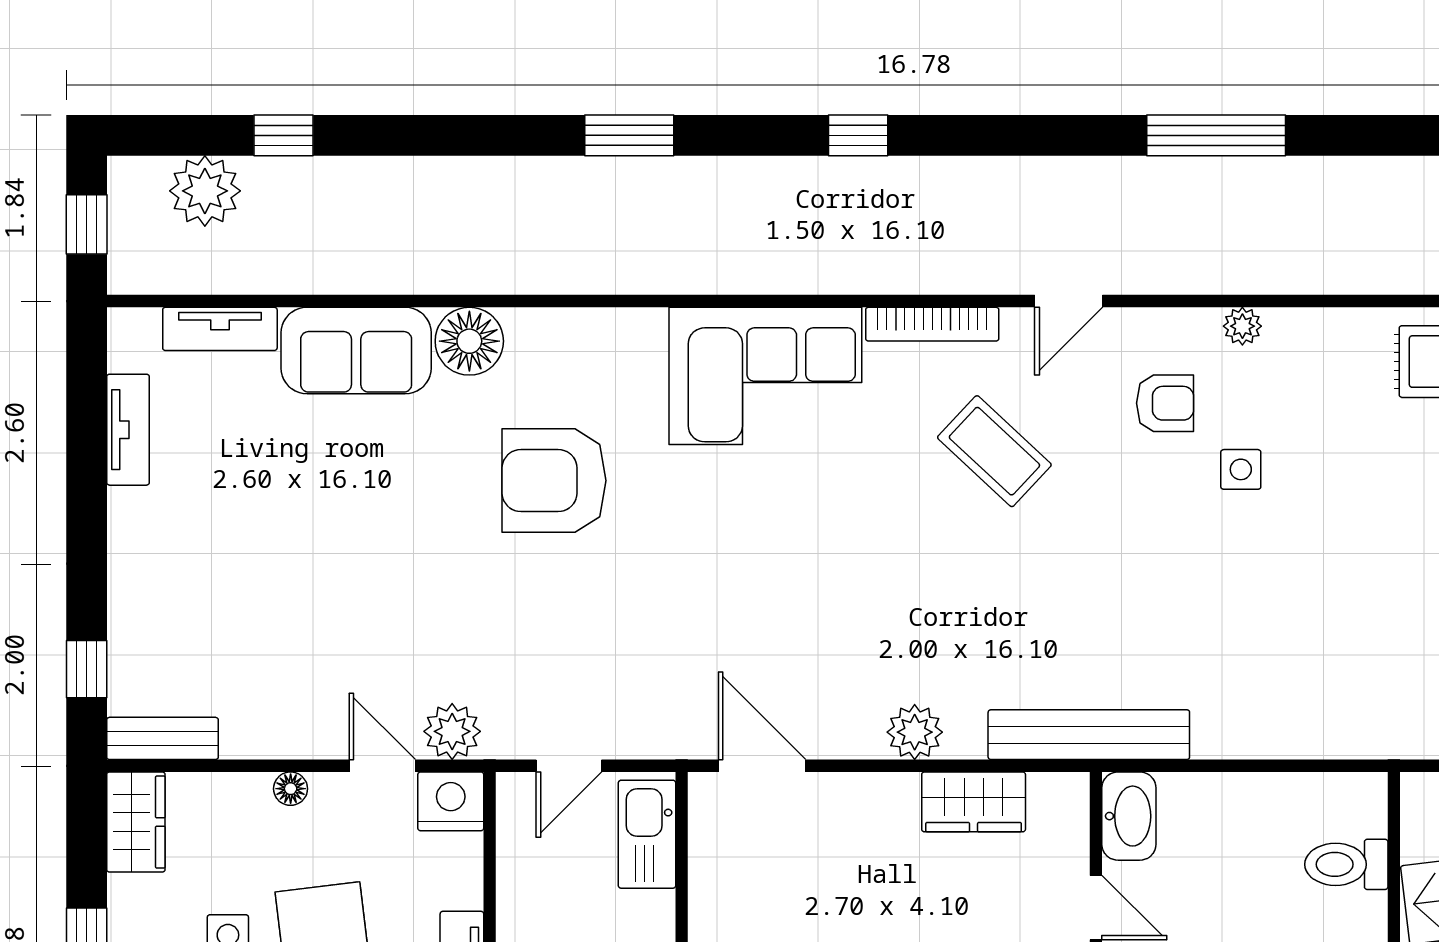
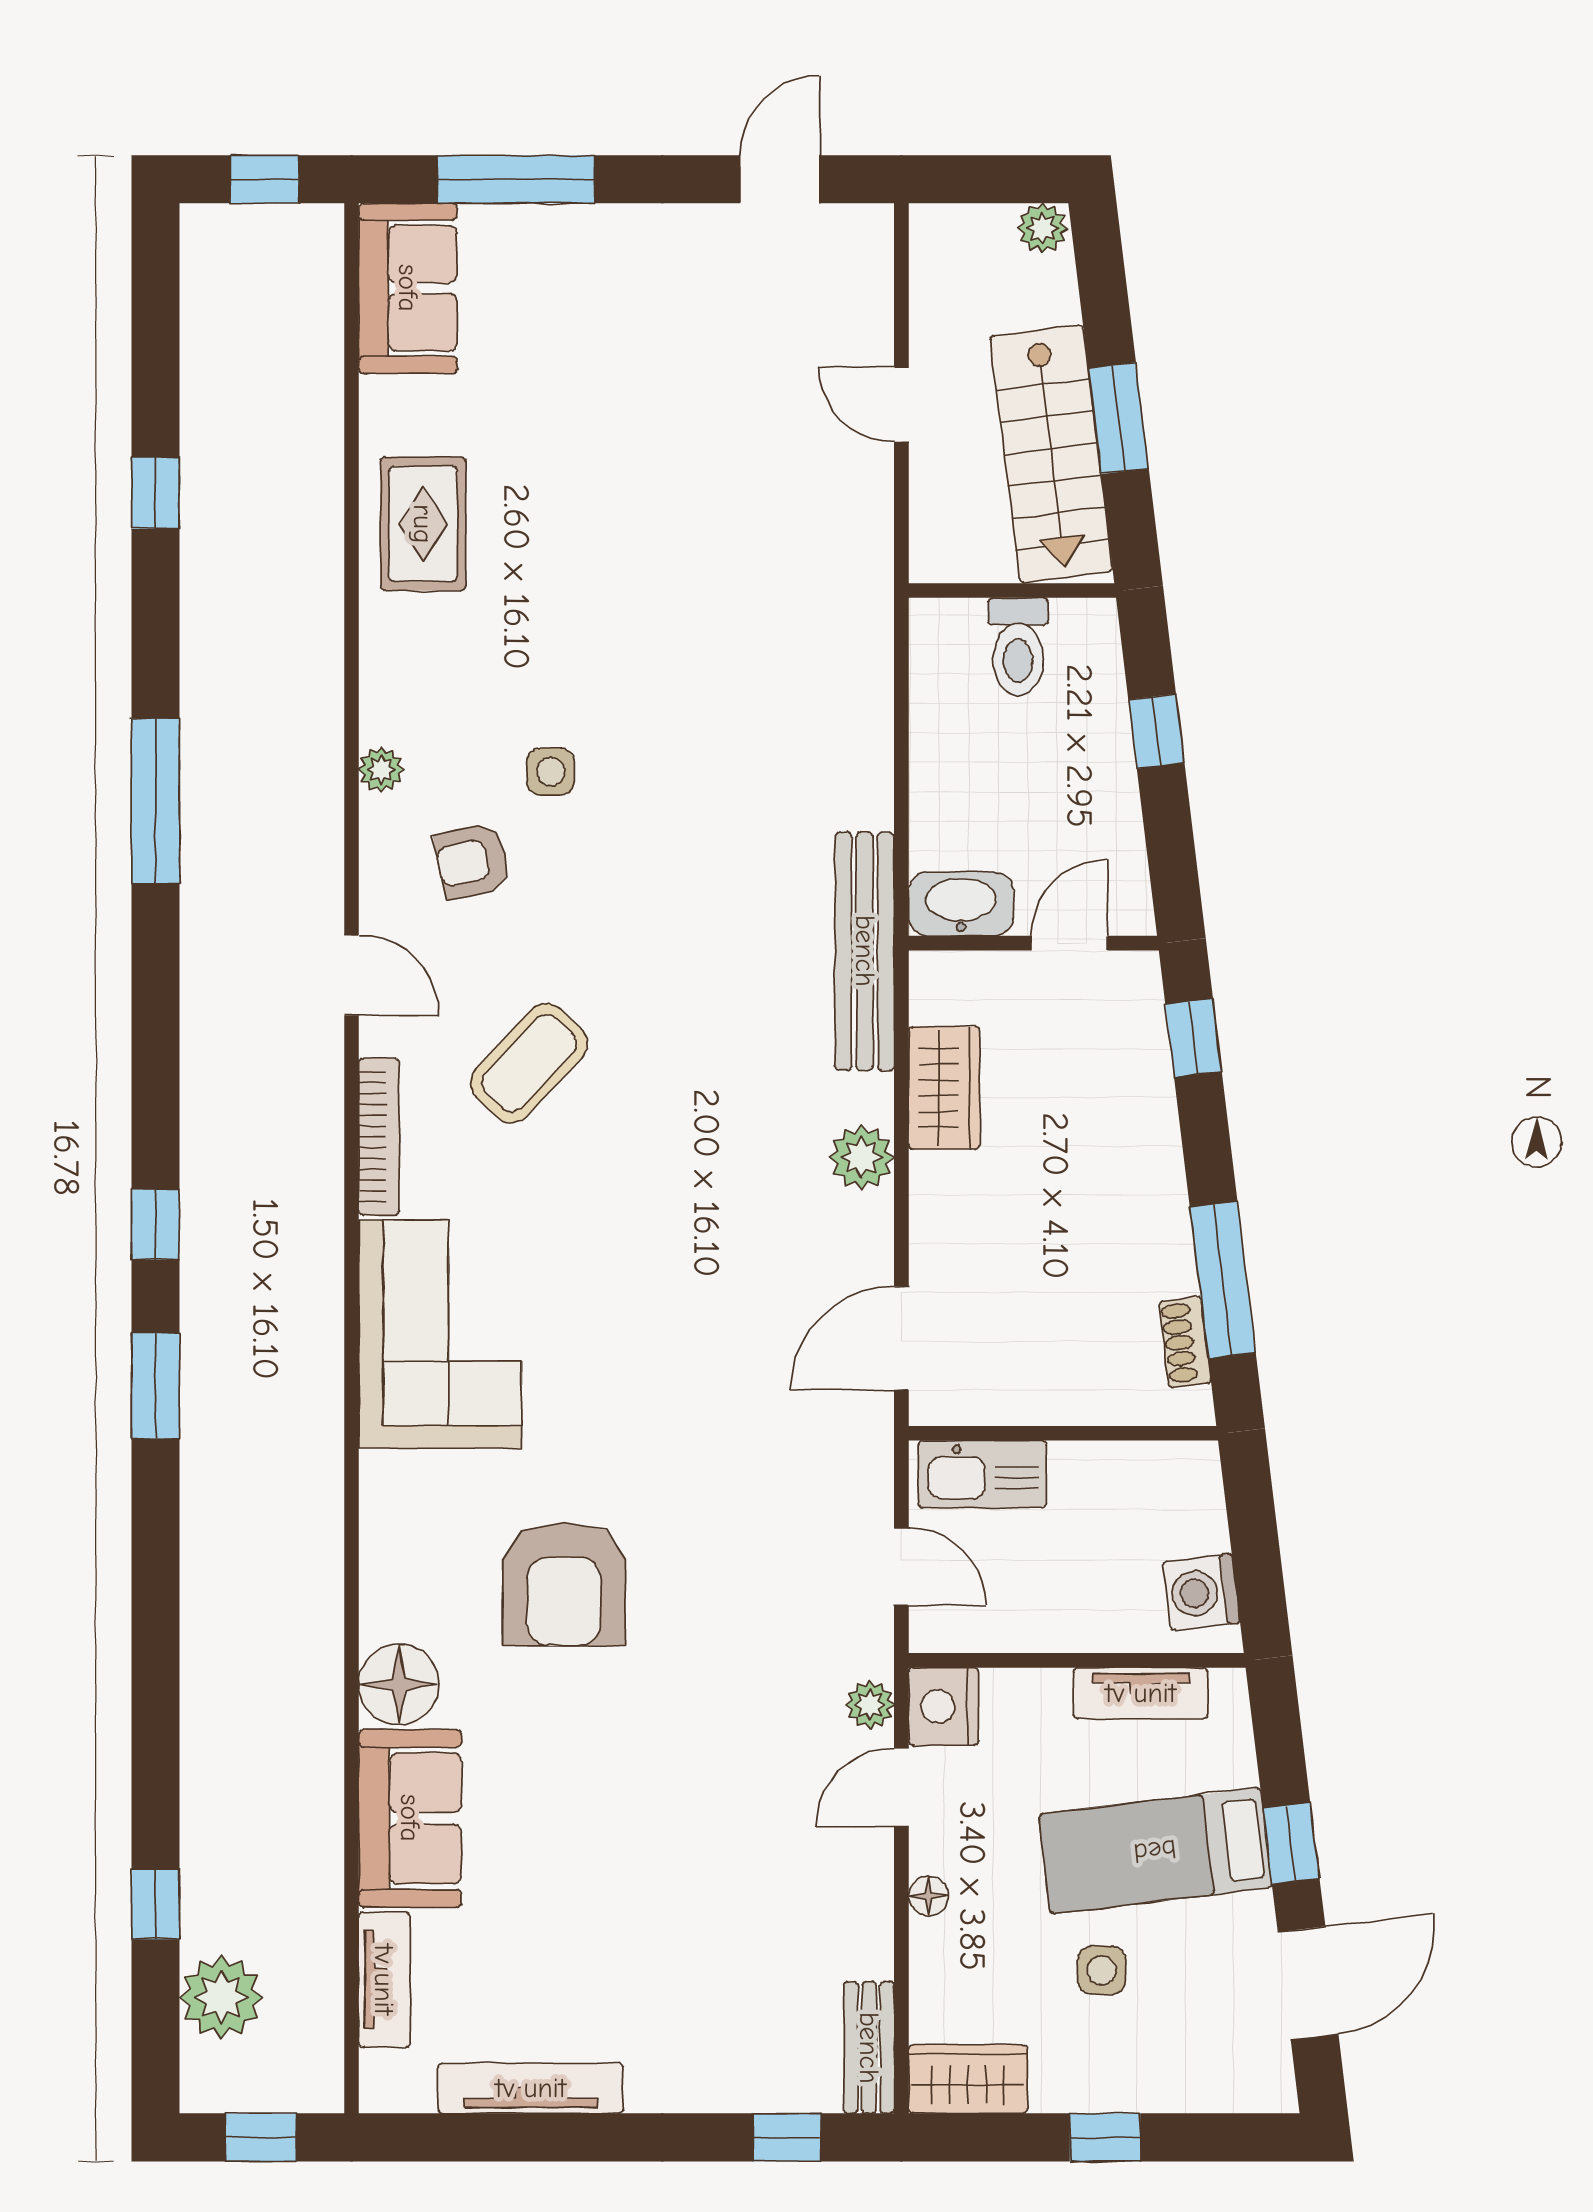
window: (629, 135) -> (155, 1386), moved
armchair: (1165, 403) -> (472, 861), turned -102
tv unit: (128, 430) -> (531, 2088), width x1.41
plant: (452, 731) -> (870, 1705), width x0.73, depth x0.73

